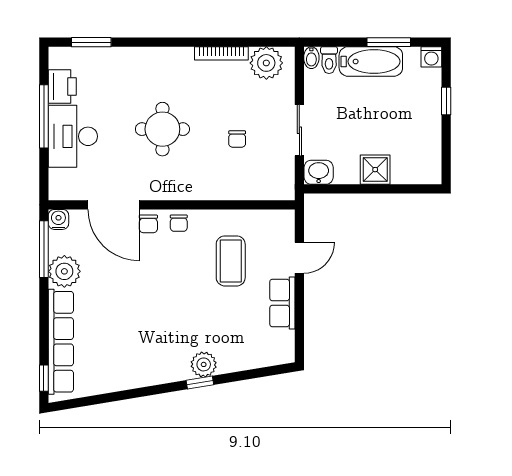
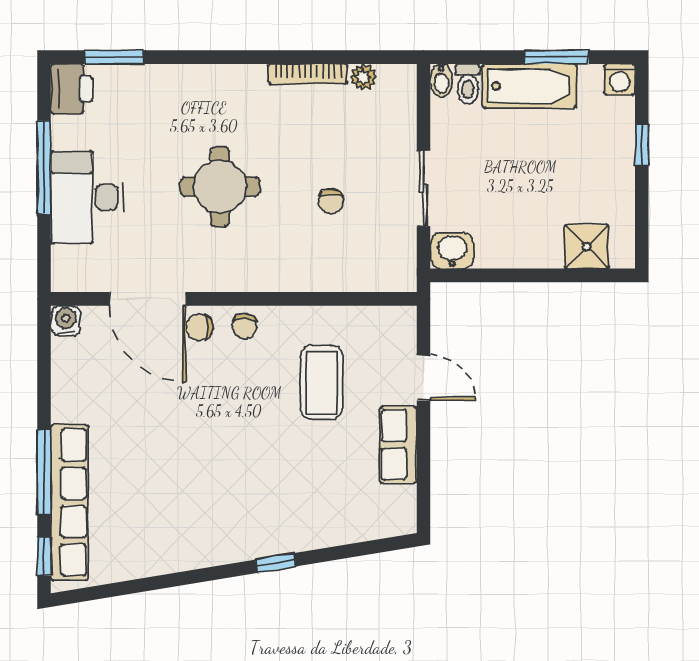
plant: (266, 63) -> (363, 77), width x0.53, depth x0.53
printer: (62, 86) -> (71, 89), moved
shower: (375, 170) -> (587, 247), moved
chair: (148, 224) -> (199, 327), turned 90
window: (44, 249) -> (44, 472), moved
door: (299, 258) -> (423, 378), hinge flipped
plant: (64, 271) -> (74, 398), removed
plant: (204, 364) -> (281, 536), removed

